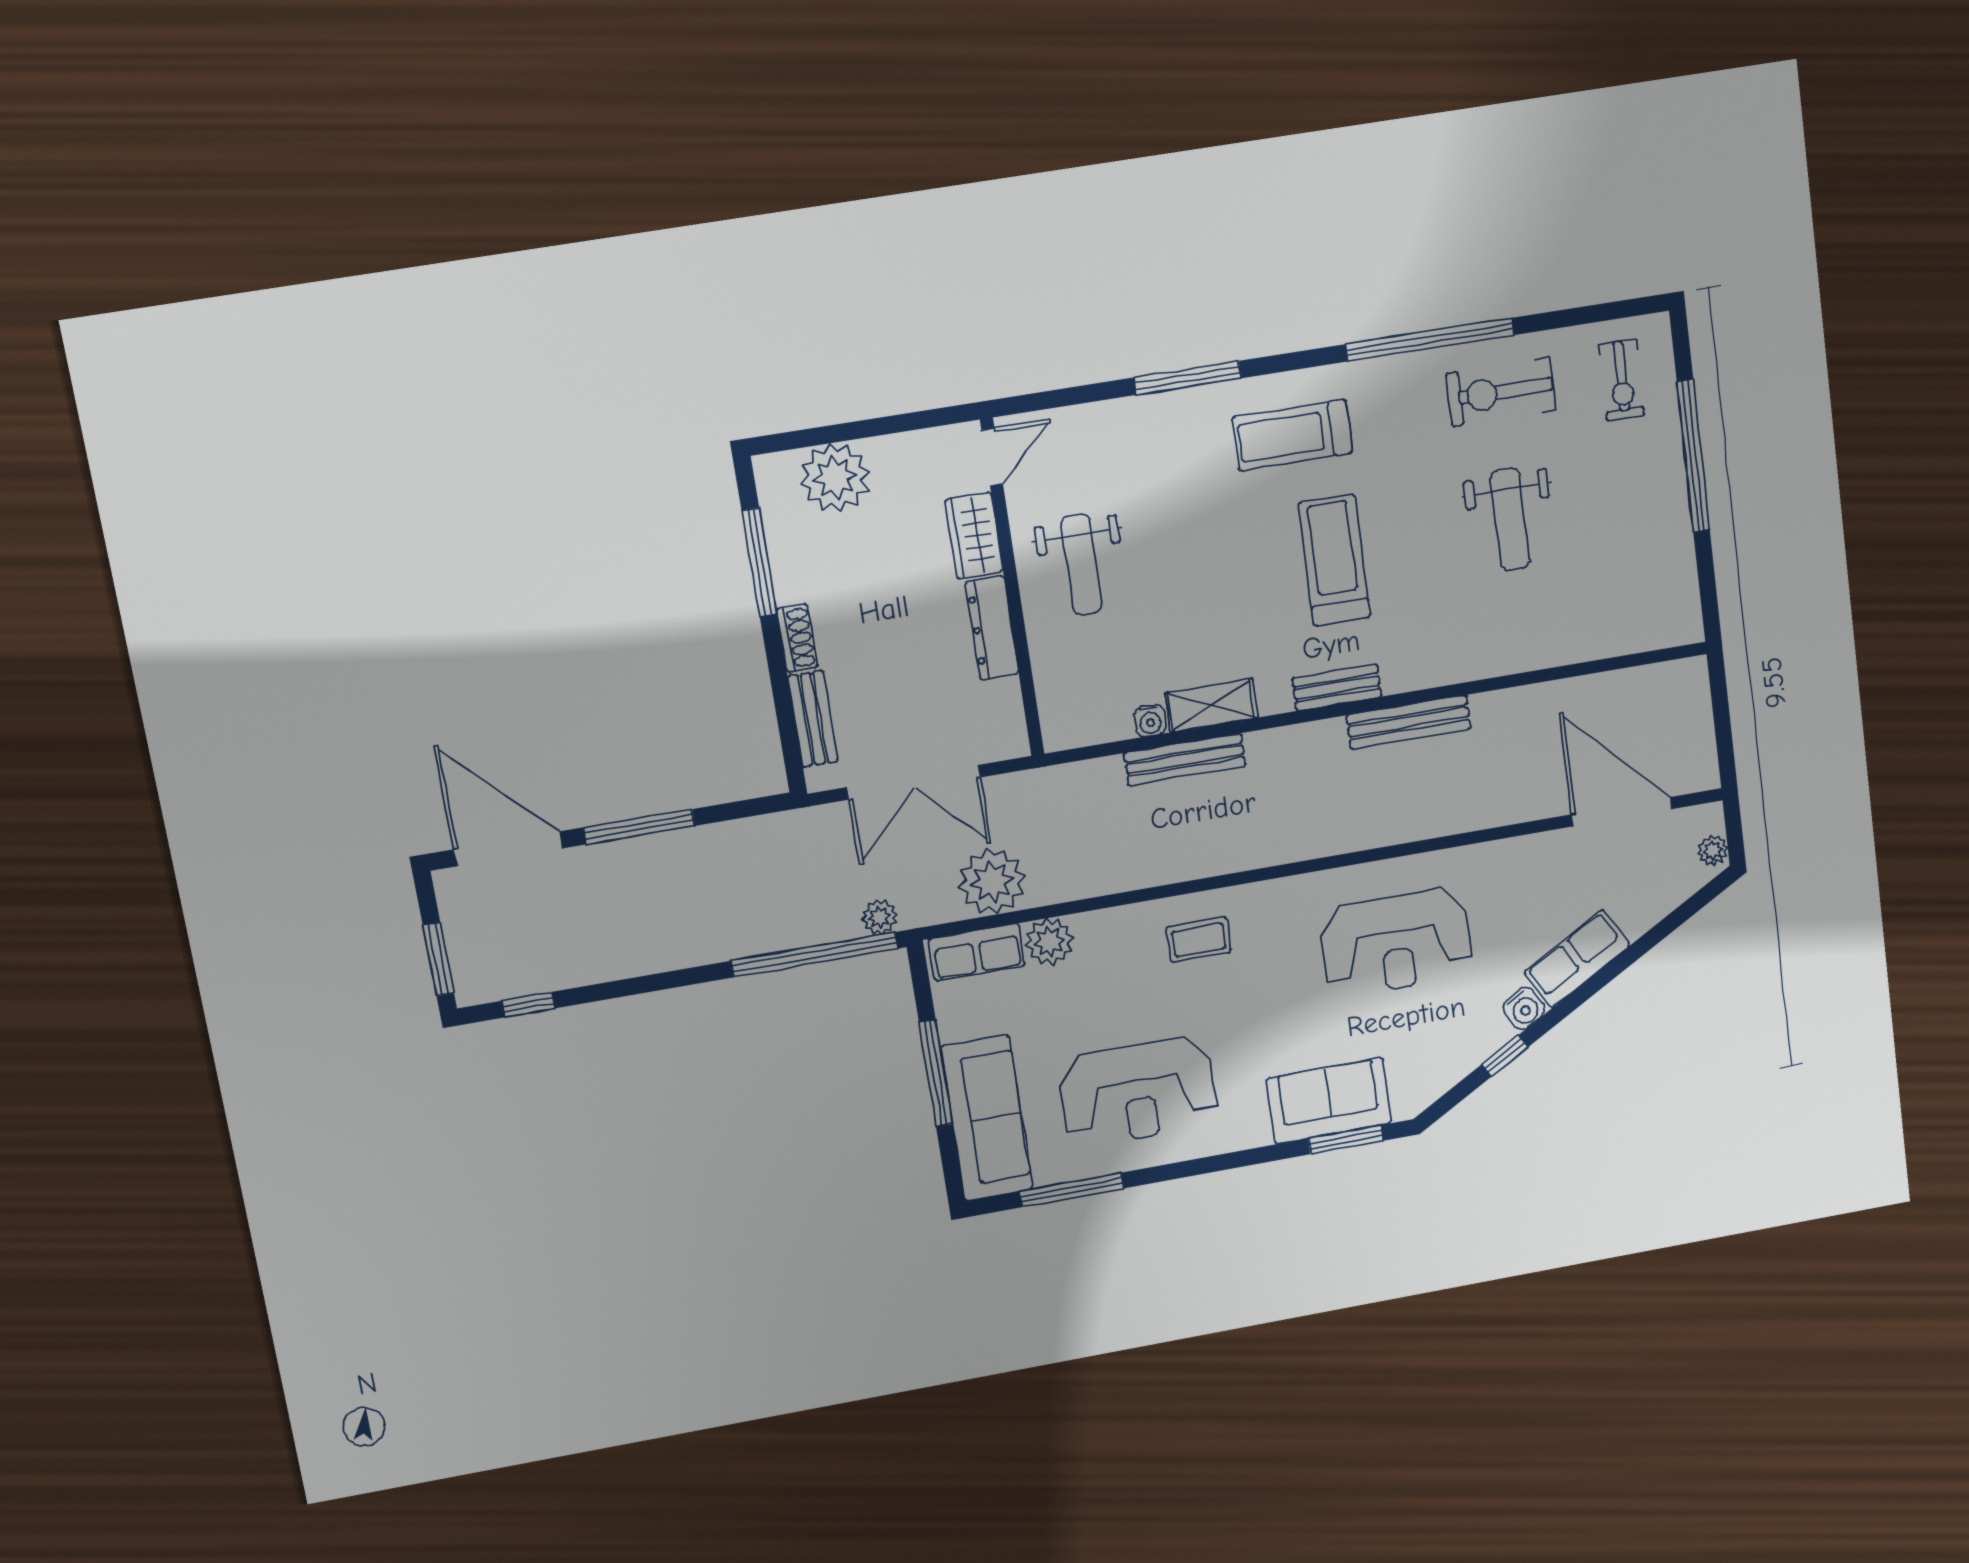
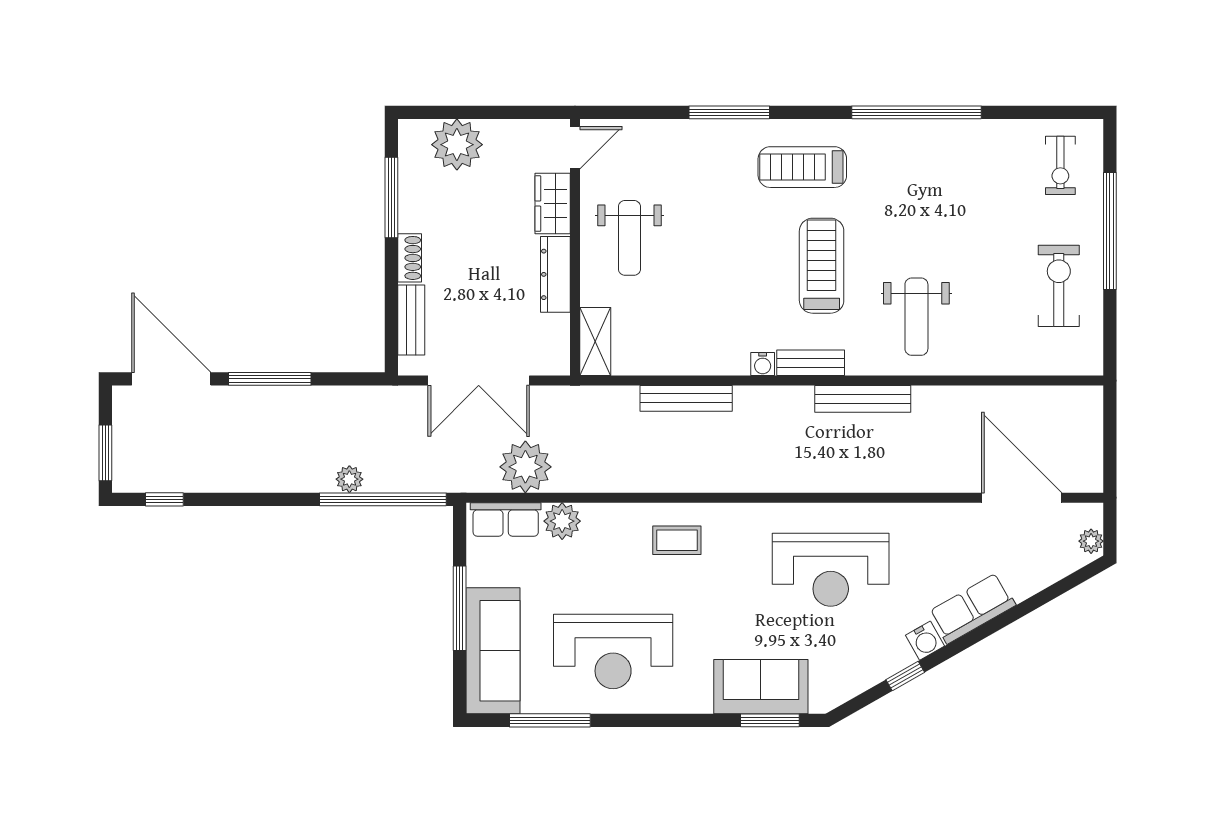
exercise bike: (1501, 392) -> (1059, 286), moved, turned 90
weight bench: (1510, 519) -> (916, 317), moved
shelving: (1211, 705) -> (595, 342), moved, turned 90
water cooler: (1150, 720) -> (763, 364), moved
plant: (880, 917) -> (349, 479), moved

